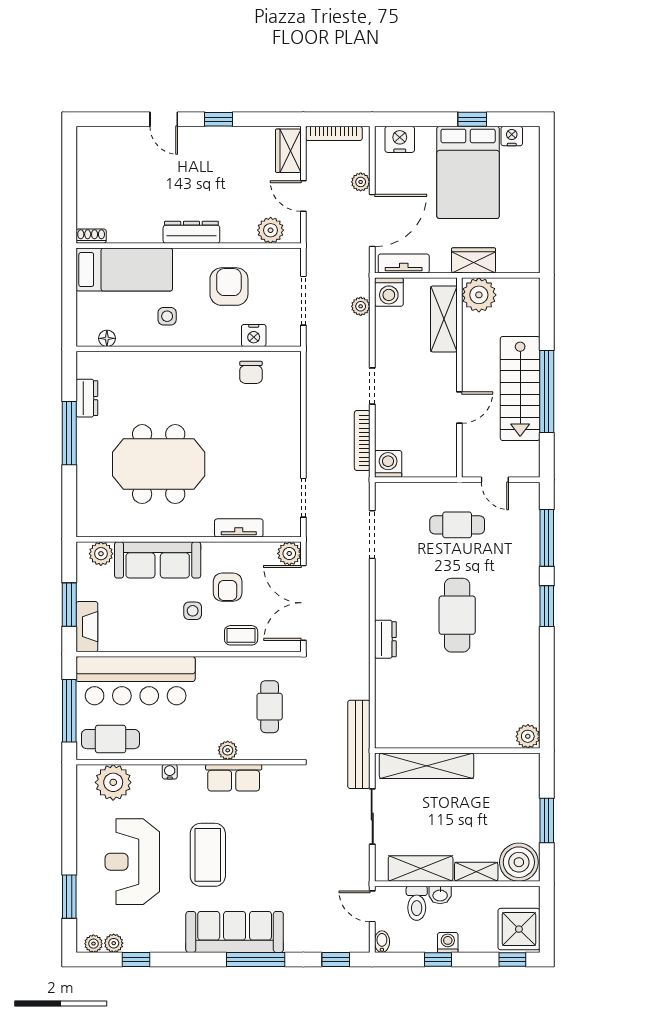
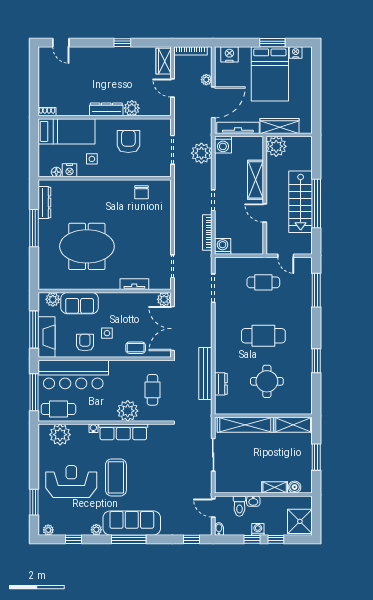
door: (164, 119) -> (61, 43), moved
window: (472, 119) -> (272, 43), width x1.50
plant: (271, 230) -> (132, 108), moved
wardrobe: (474, 260) -> (280, 126), width x1.50
tv unit: (404, 263) -> (238, 128), width x1.41
plant: (361, 306) -> (201, 153), width x1.88, depth x1.88
shelving: (444, 319) -> (256, 180), moved
nightstand: (254, 335) -> (69, 170), moved
dresser: (87, 398) -> (44, 202), width x1.44
door: (459, 408) -> (265, 213), swing flipped
sofa: (158, 560) -> (80, 303), width x0.73
armchair: (228, 587) -> (85, 343), moved, turned 180
window: (69, 605) -> (34, 330), width x1.44
window: (547, 606) -> (316, 361), moved
cafe table: (457, 615) -> (263, 336), turned 90
fireplace: (87, 627) -> (46, 337), width x1.37, depth x1.32
dresser: (385, 639) -> (221, 384), moved
round table: (463, 692) -> (267, 381), added
plant: (528, 736) -> (305, 407), removed
bench: (359, 744) -> (205, 373), moved
plant: (228, 750) -> (128, 411), width x1.88, depth x1.88
row of seats: (234, 778) -> (123, 432), width x1.48
reception desk: (132, 862) -> (71, 481), turned 90
boiler: (519, 862) -> (295, 487), width x0.54, depth x0.54
shelving: (421, 869) -> (293, 425), moved
plant: (114, 943) -> (96, 530), moved
window: (256, 959) -> (129, 539), moved
window: (512, 959) -> (276, 539), moved

